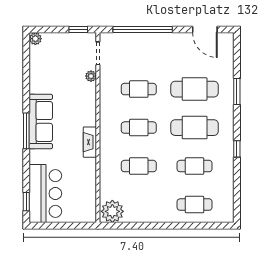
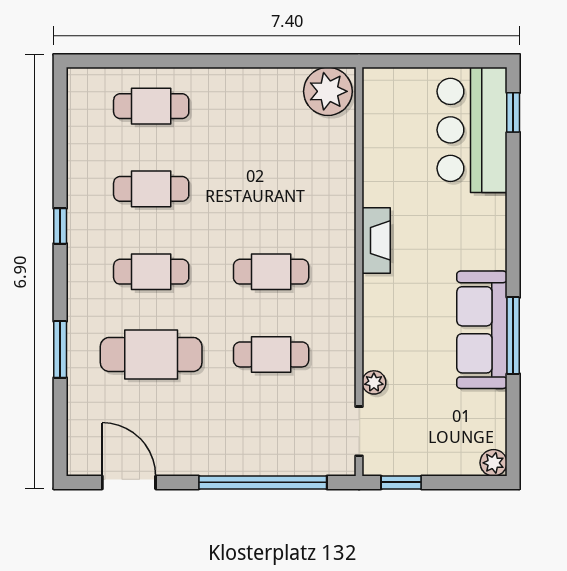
sofa: (41, 121) -> (482, 330), moved
cafe table: (195, 128) -> (151, 272), width x0.73, depth x0.74
window: (26, 131) -> (513, 336), moved
cafe table: (139, 166) -> (271, 189), removed

